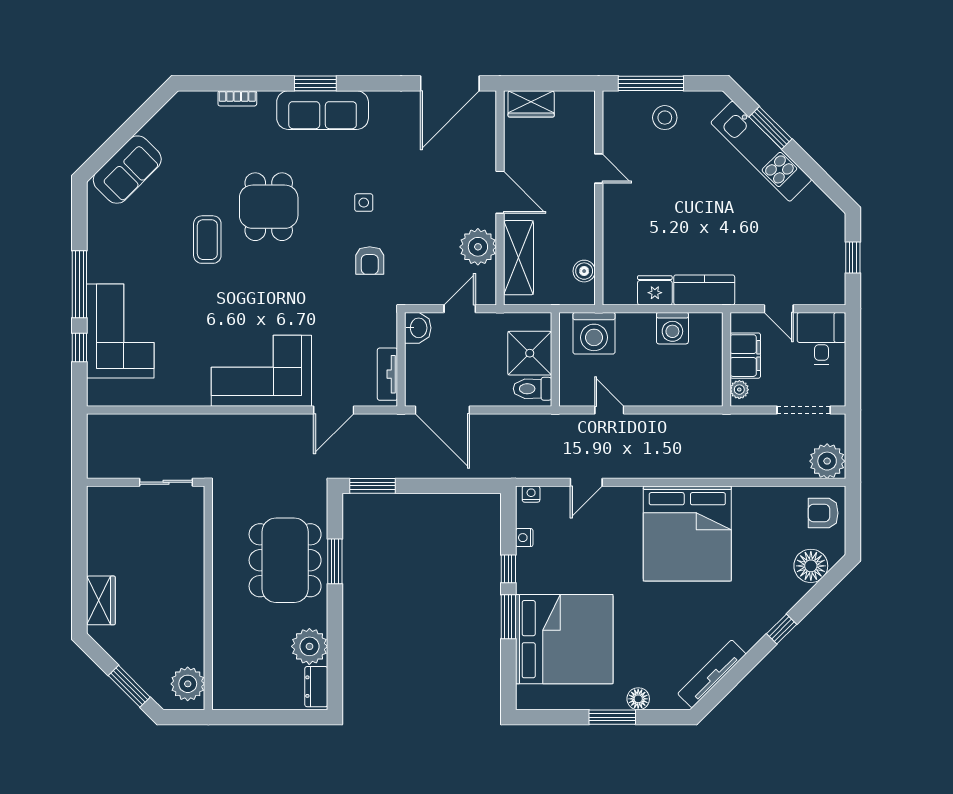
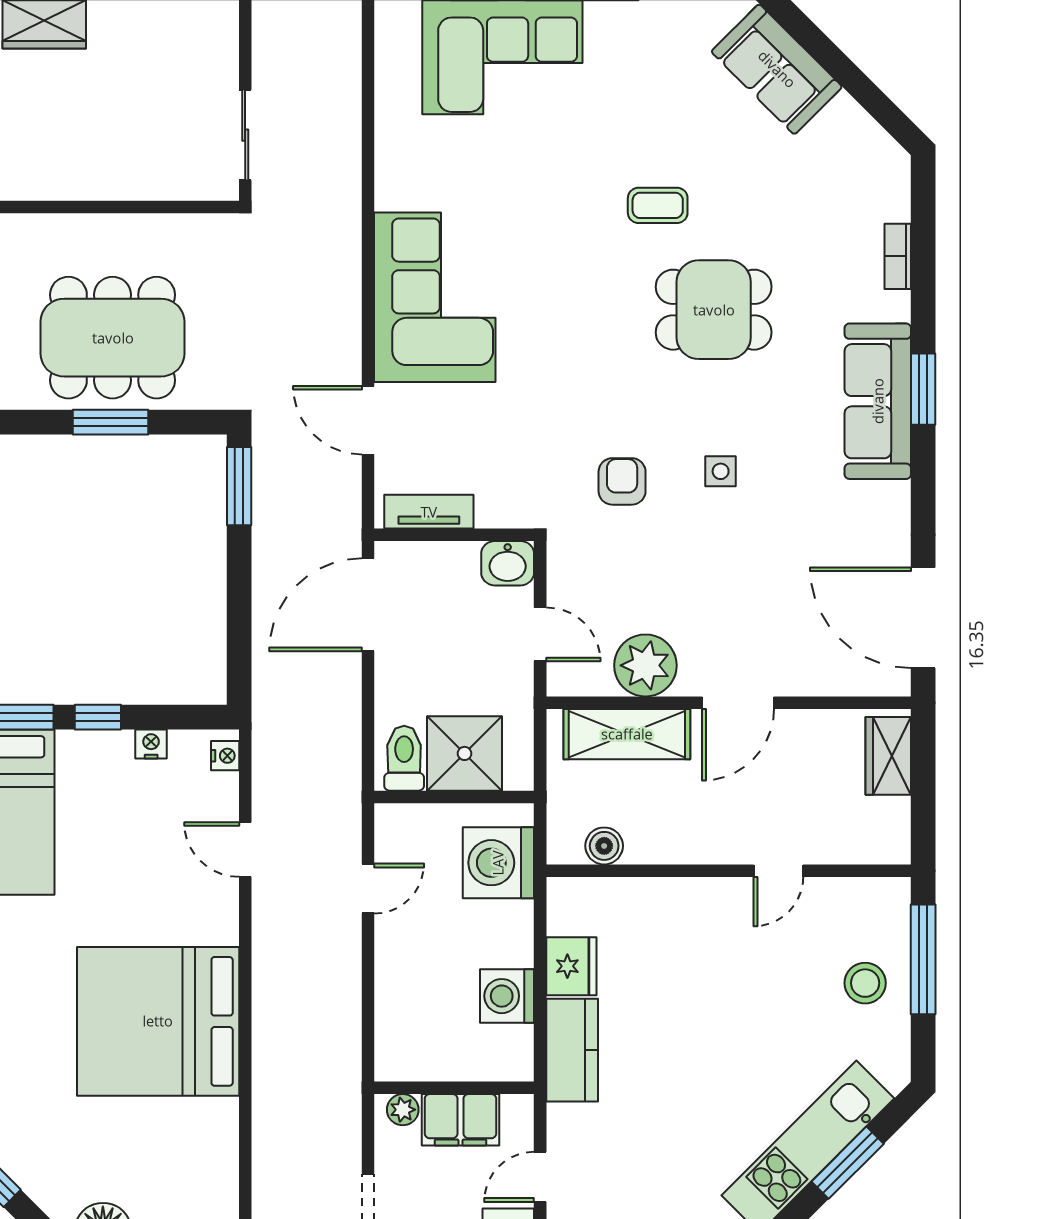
coffee table: (207, 240) -> (658, 205), width x0.73, depth x0.77
armchair: (370, 261) -> (622, 481), turned 90

